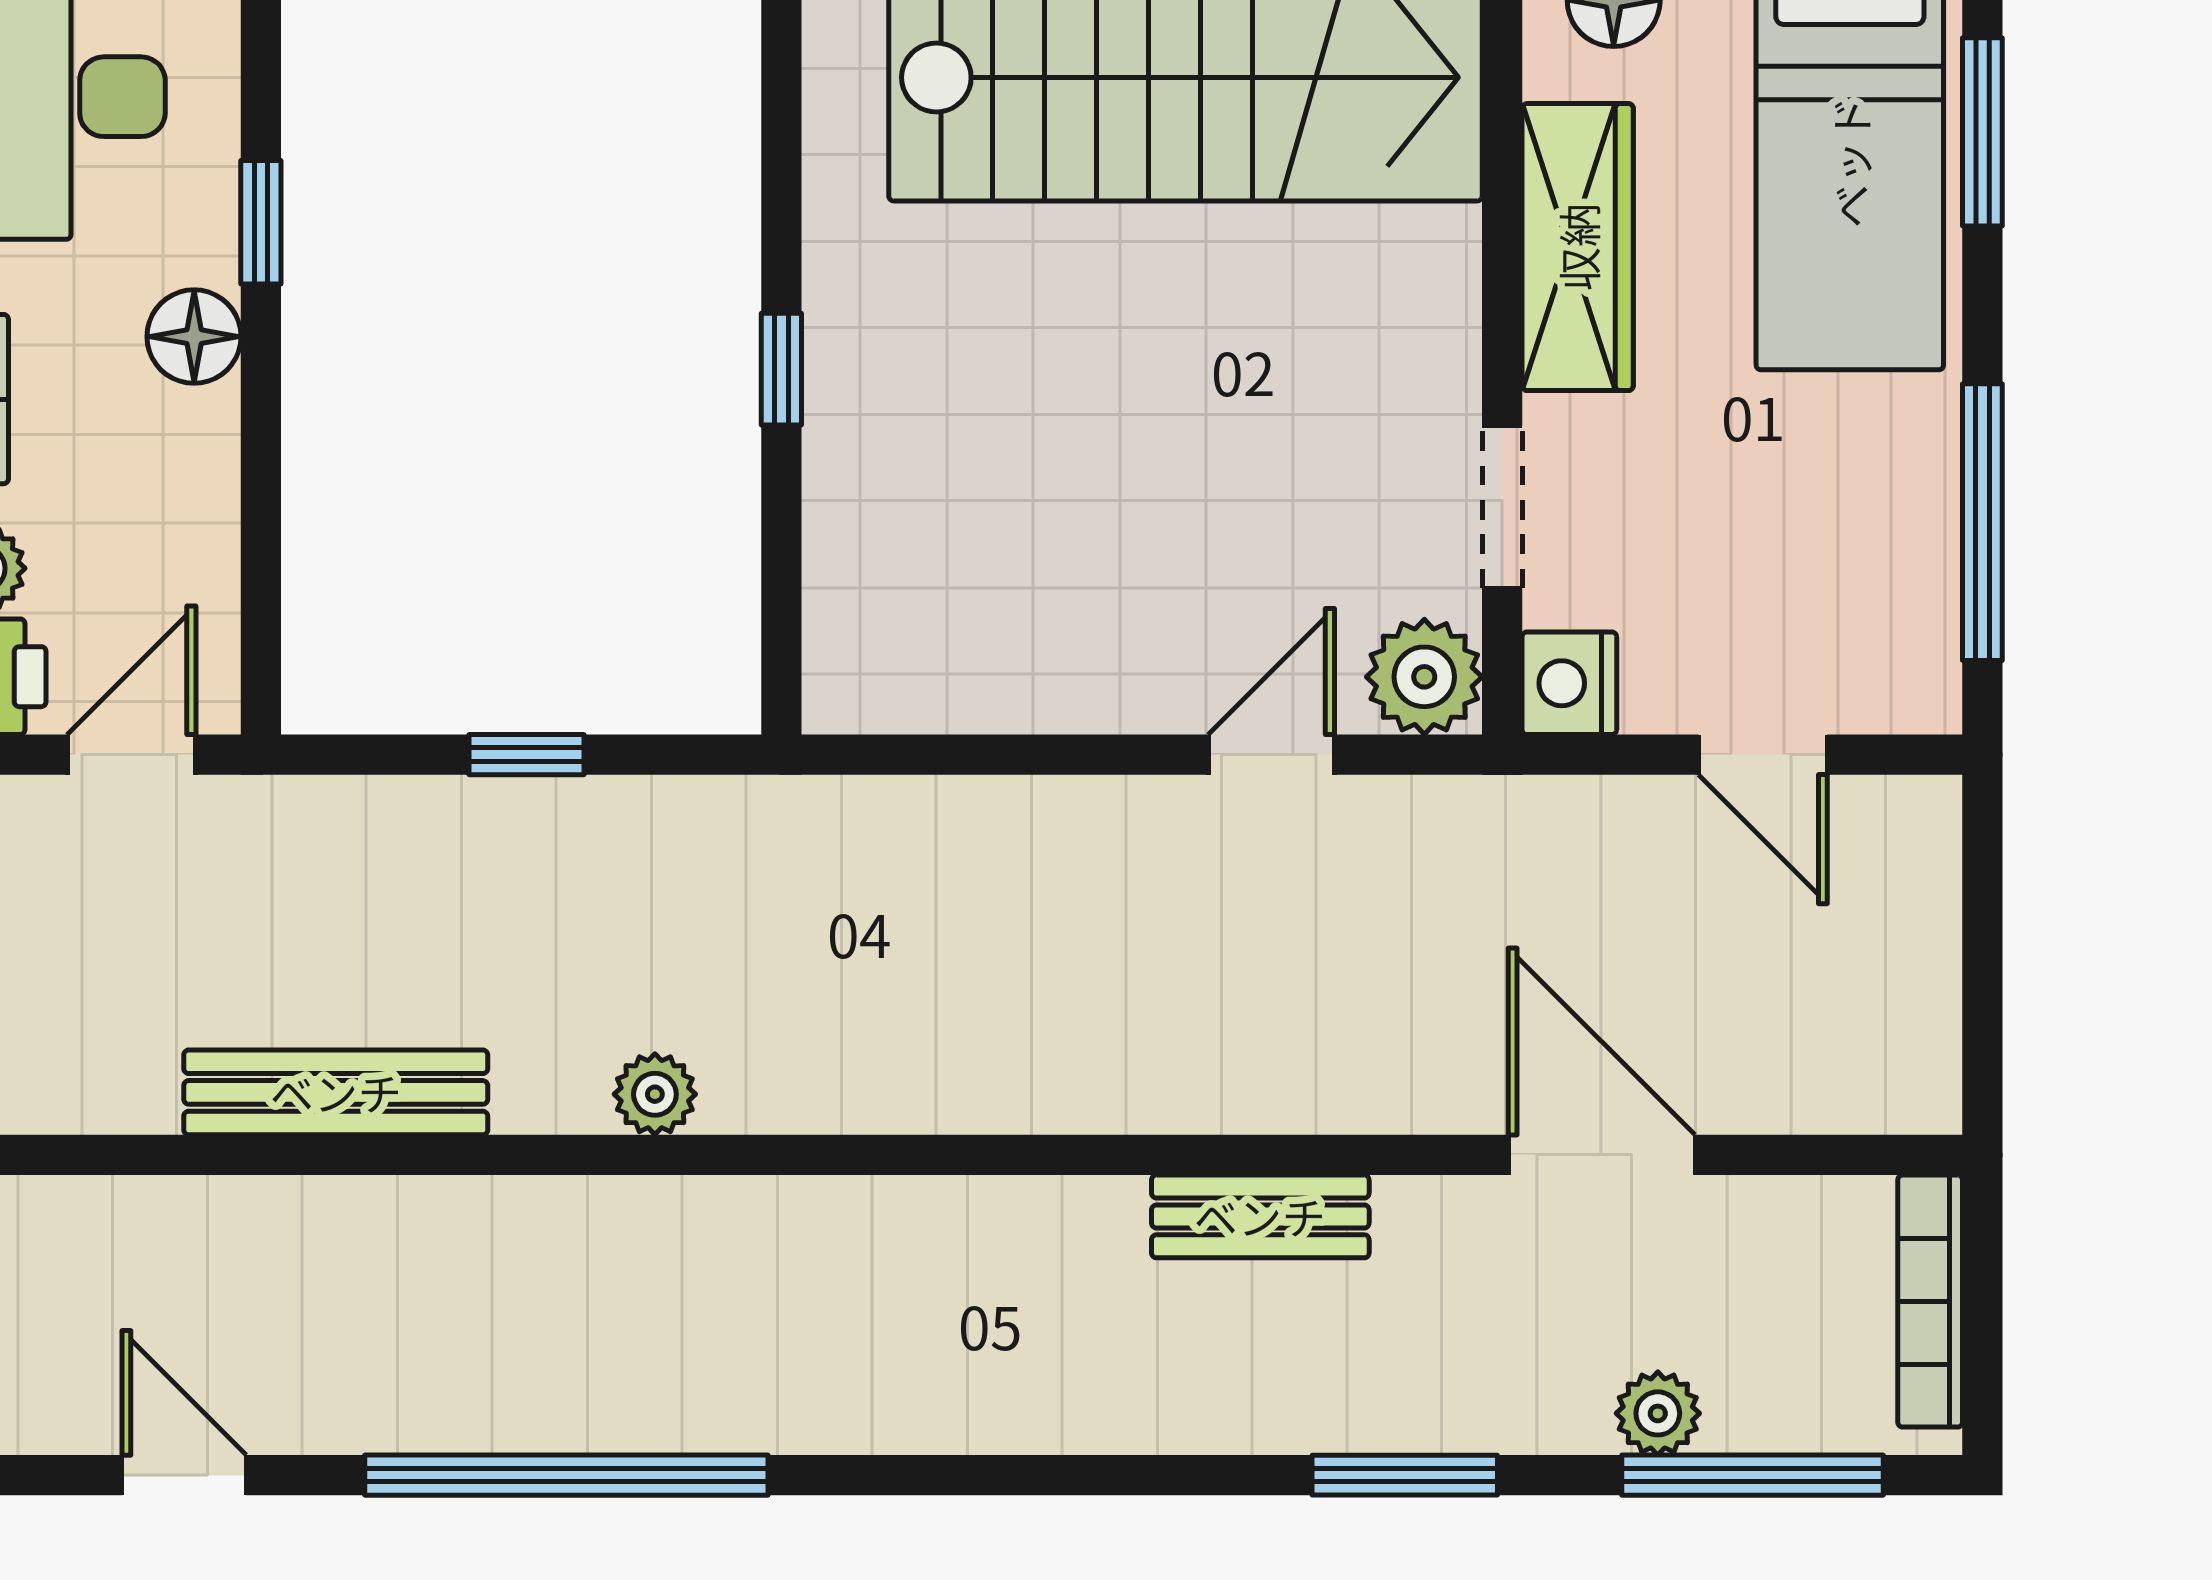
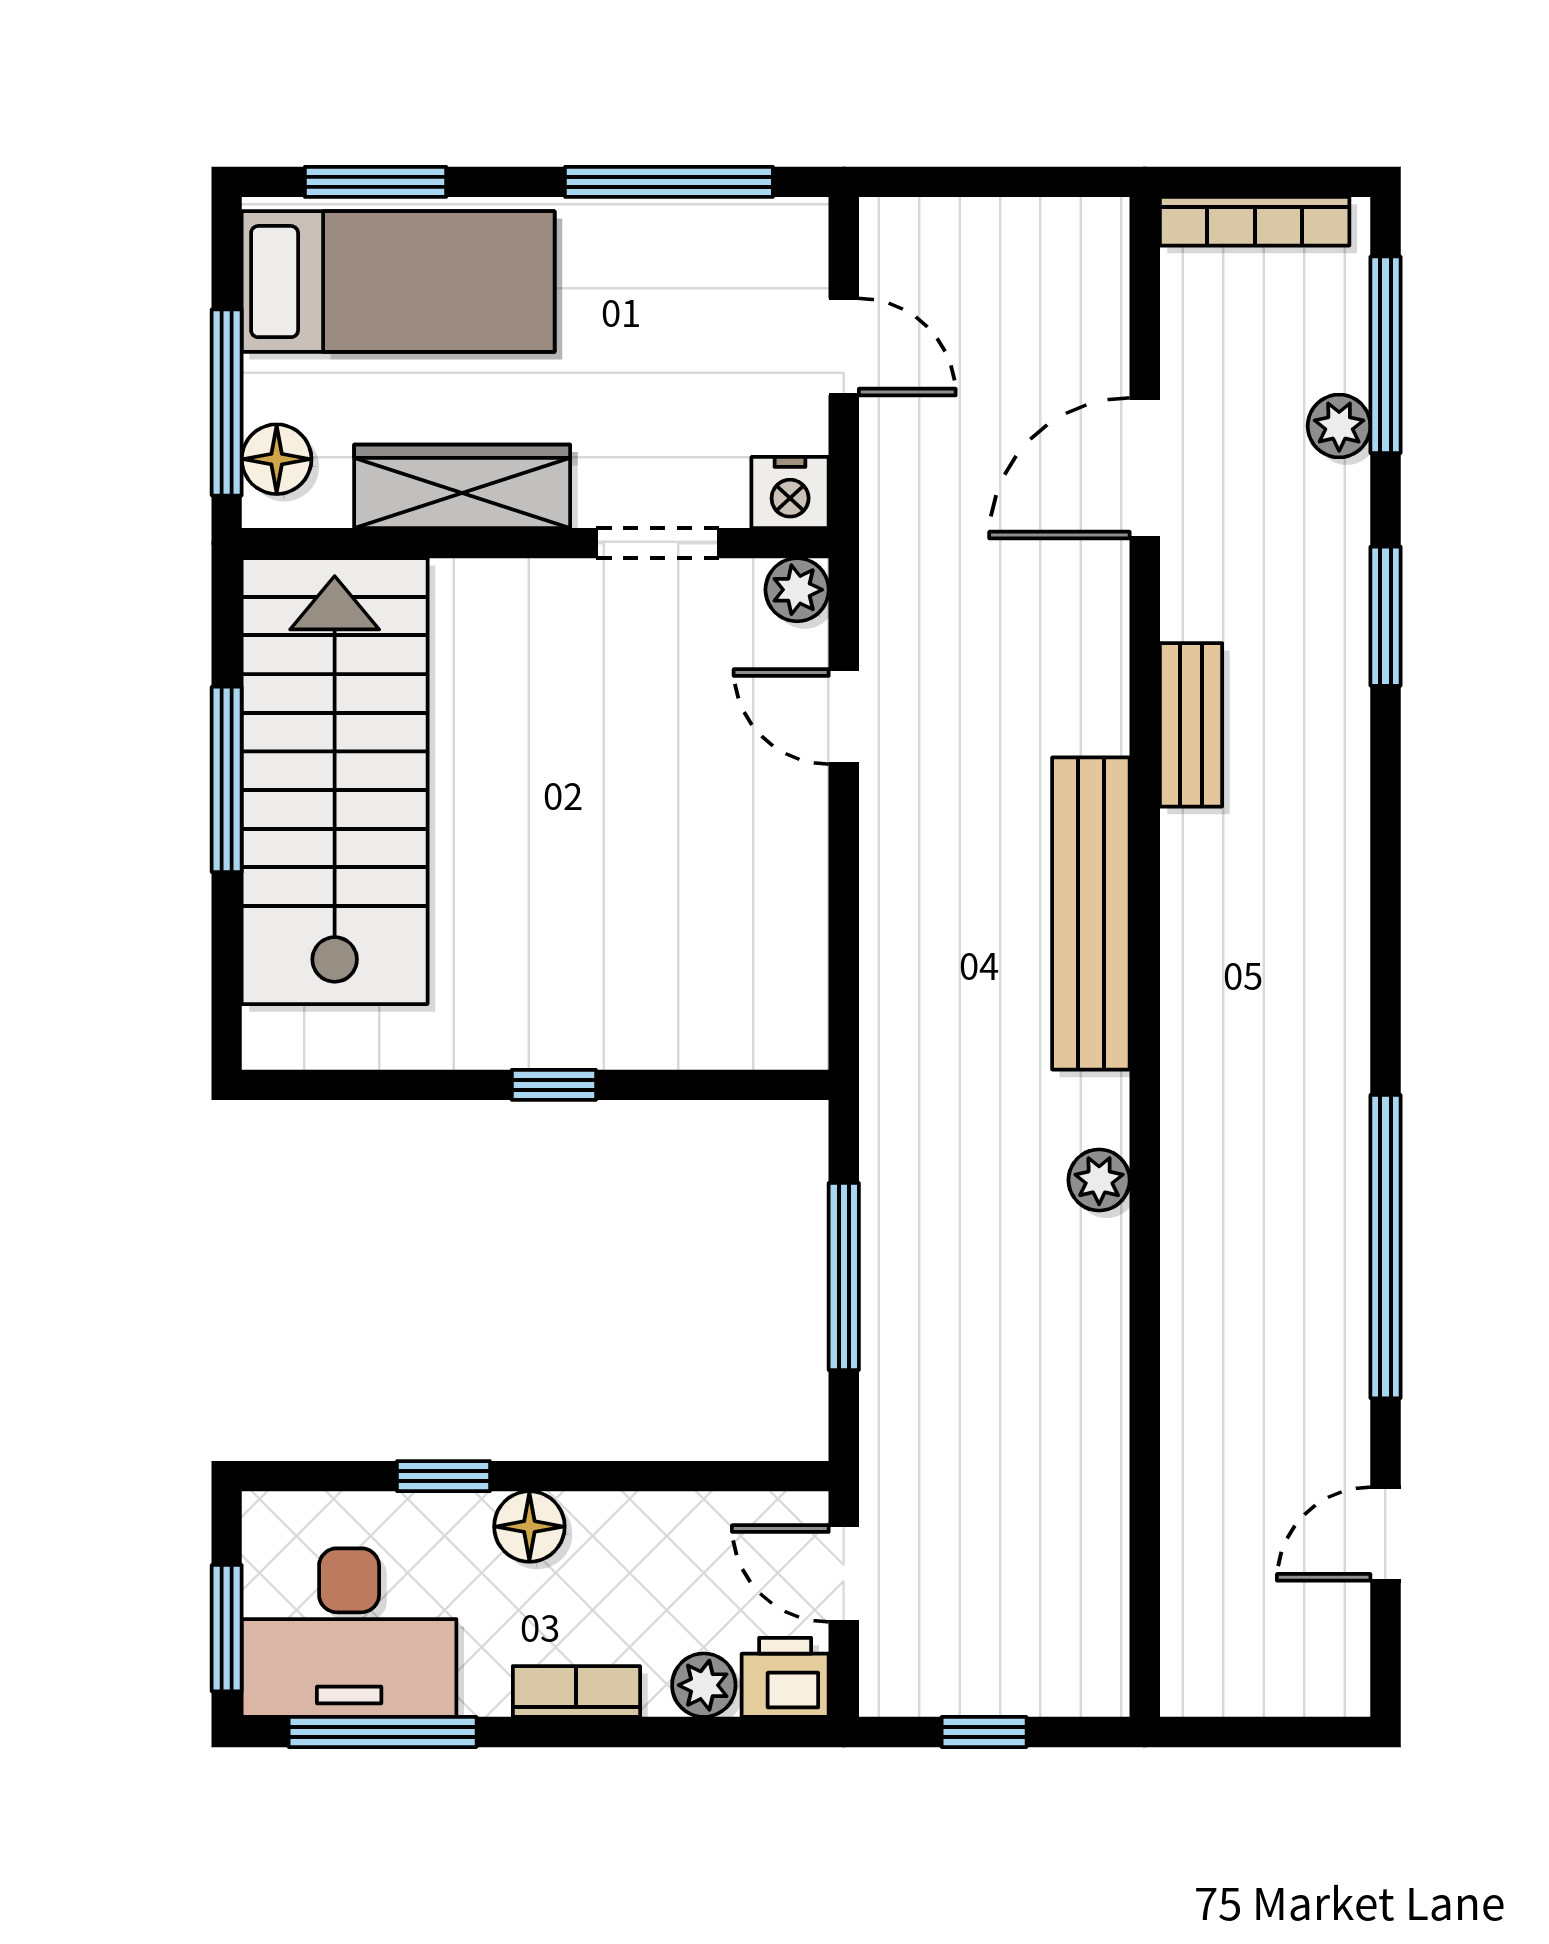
plant: (1424, 677) -> (797, 590), width x0.73, depth x0.73
window: (527, 755) -> (844, 1277), width x2.17
door: (1763, 755) -> (844, 347), hinge flipped
bench: (336, 1092) -> (1091, 913), moved, width x1.37, depth x1.21

